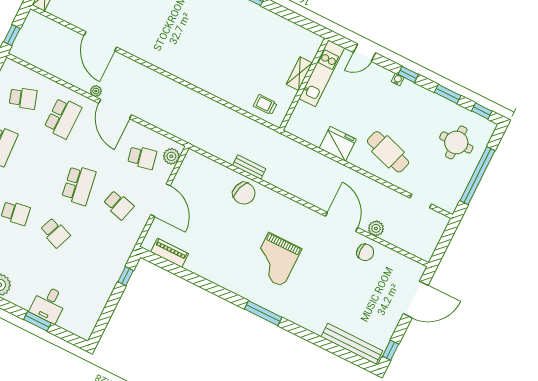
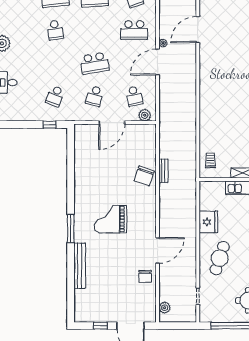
plant: (376, 228) -> (165, 308), moved
school desk: (55, 233) -> (55, 96), moved
piano: (170, 253) -> (80, 146), removed
bench: (352, 344) -> (80, 266), moved
window: (391, 350) -> (100, 326), moved

